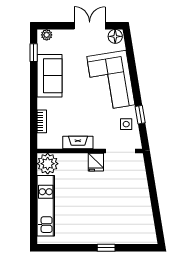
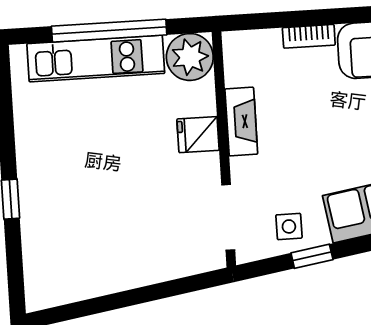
bookcase: (42, 121) -> (309, 36), moved
fridge: (96, 162) -> (198, 135), moved
window: (34, 199) -> (109, 31), added

